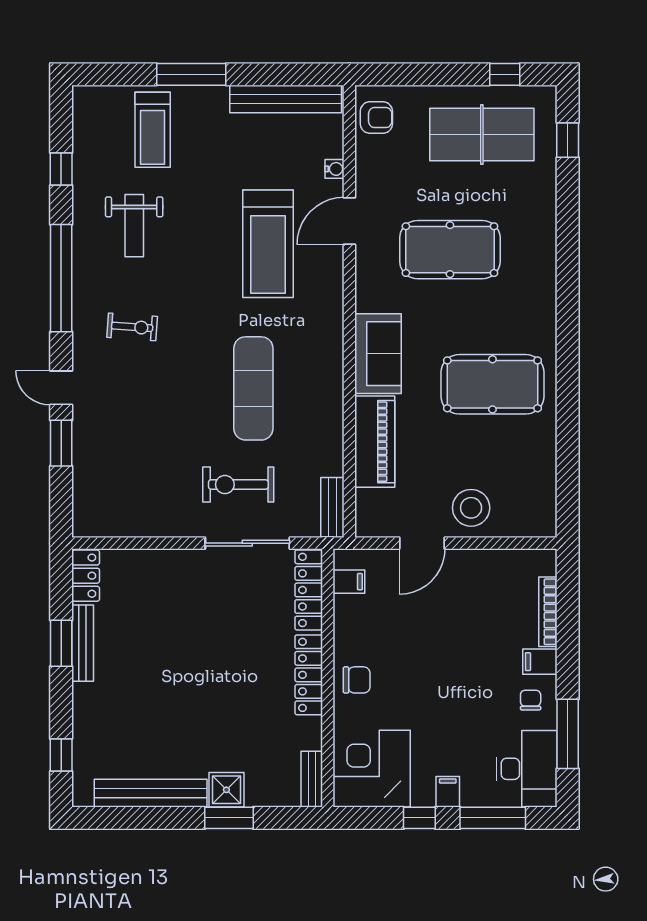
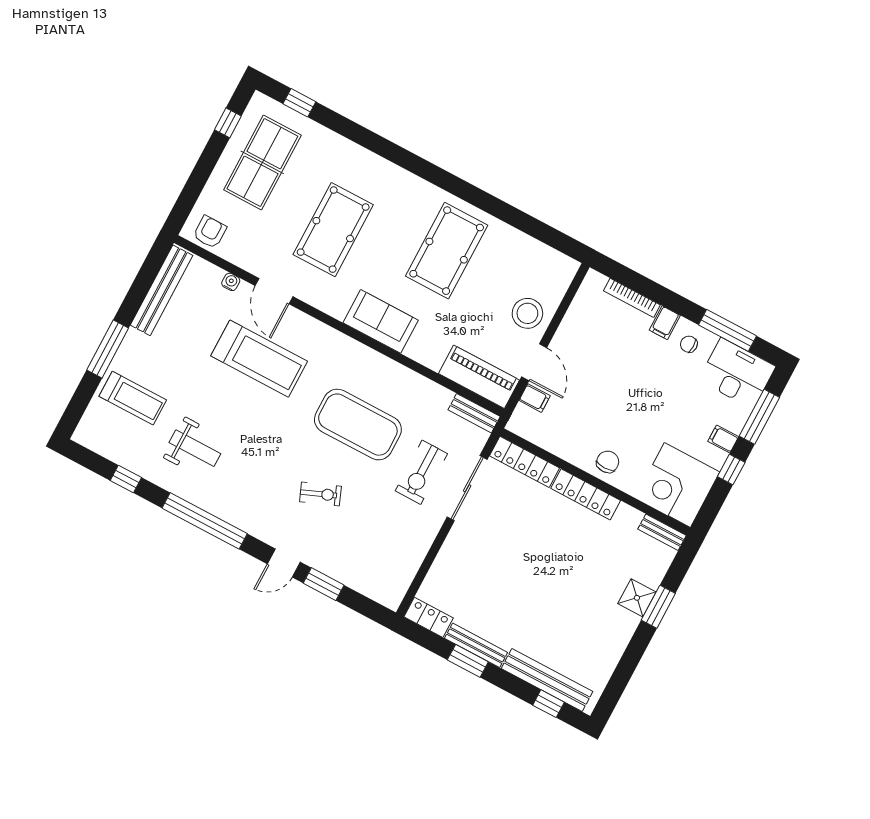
exercise bike: (132, 327) -> (320, 494), moved, turned 64
exercise mat: (253, 388) -> (358, 425), width x1.47
piano: (375, 442) -> (479, 377), moved
filing cabinet: (349, 582) -> (535, 398), moved, turned 90
bench: (151, 793) -> (547, 680), moved, turned 90

